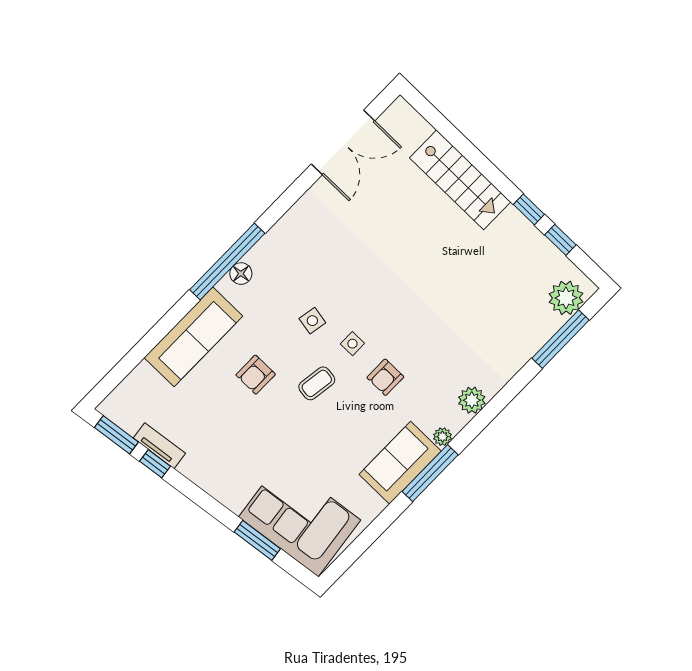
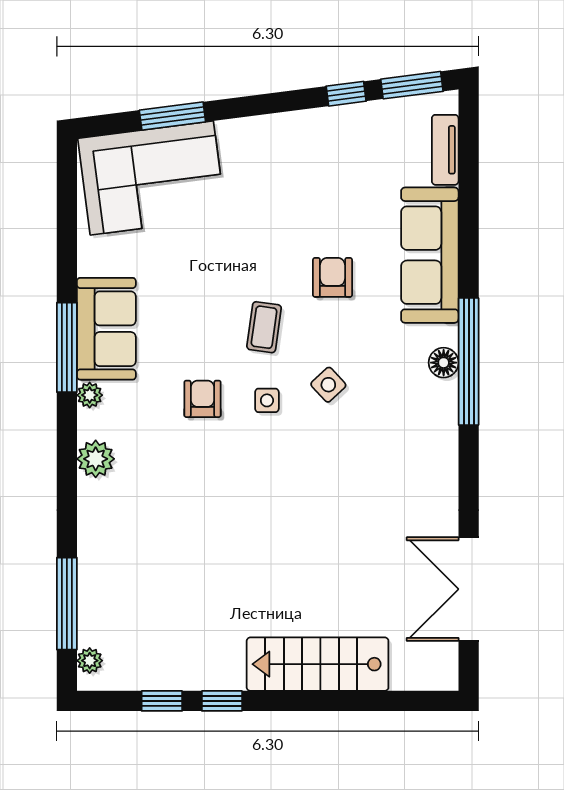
plant: (566, 298) -> (90, 661), width x0.53, depth x0.53
side table: (312, 321) -> (328, 385), turned 37
tv unit: (159, 446) -> (445, 150), moved, turned 97

